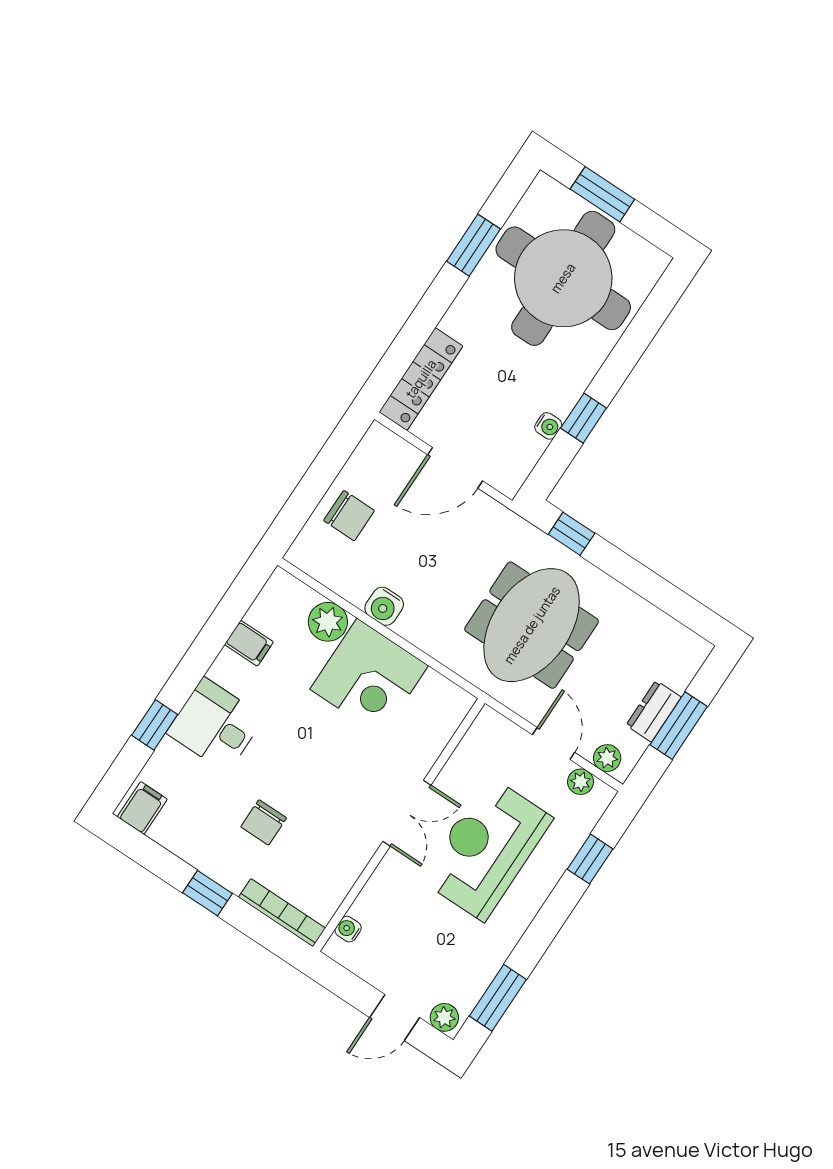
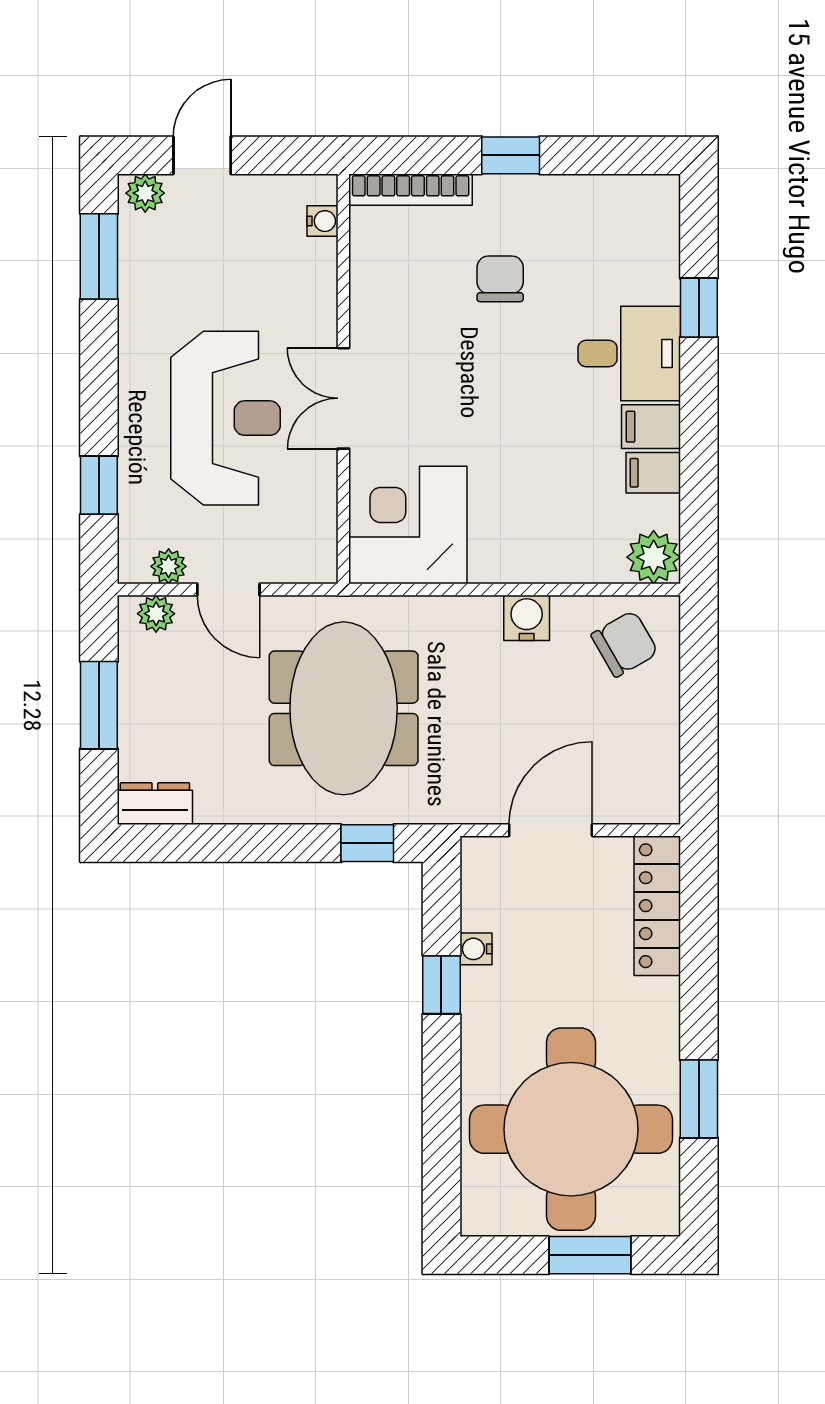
chair: (349, 516) -> (625, 644), moved, turned 150
plant: (328, 622) -> (654, 557), moved
corner desk: (369, 677) -> (408, 525), moved
dresser: (654, 711) -> (155, 804), moved, turned -90
filing cabinet: (142, 808) -> (651, 427), moved, turned 90

